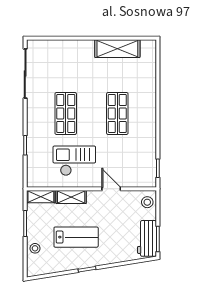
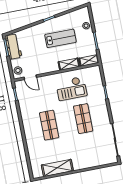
door: (111, 189) -> (30, 77), moved
lab bench: (76, 237) -> (60, 38), turned 180

